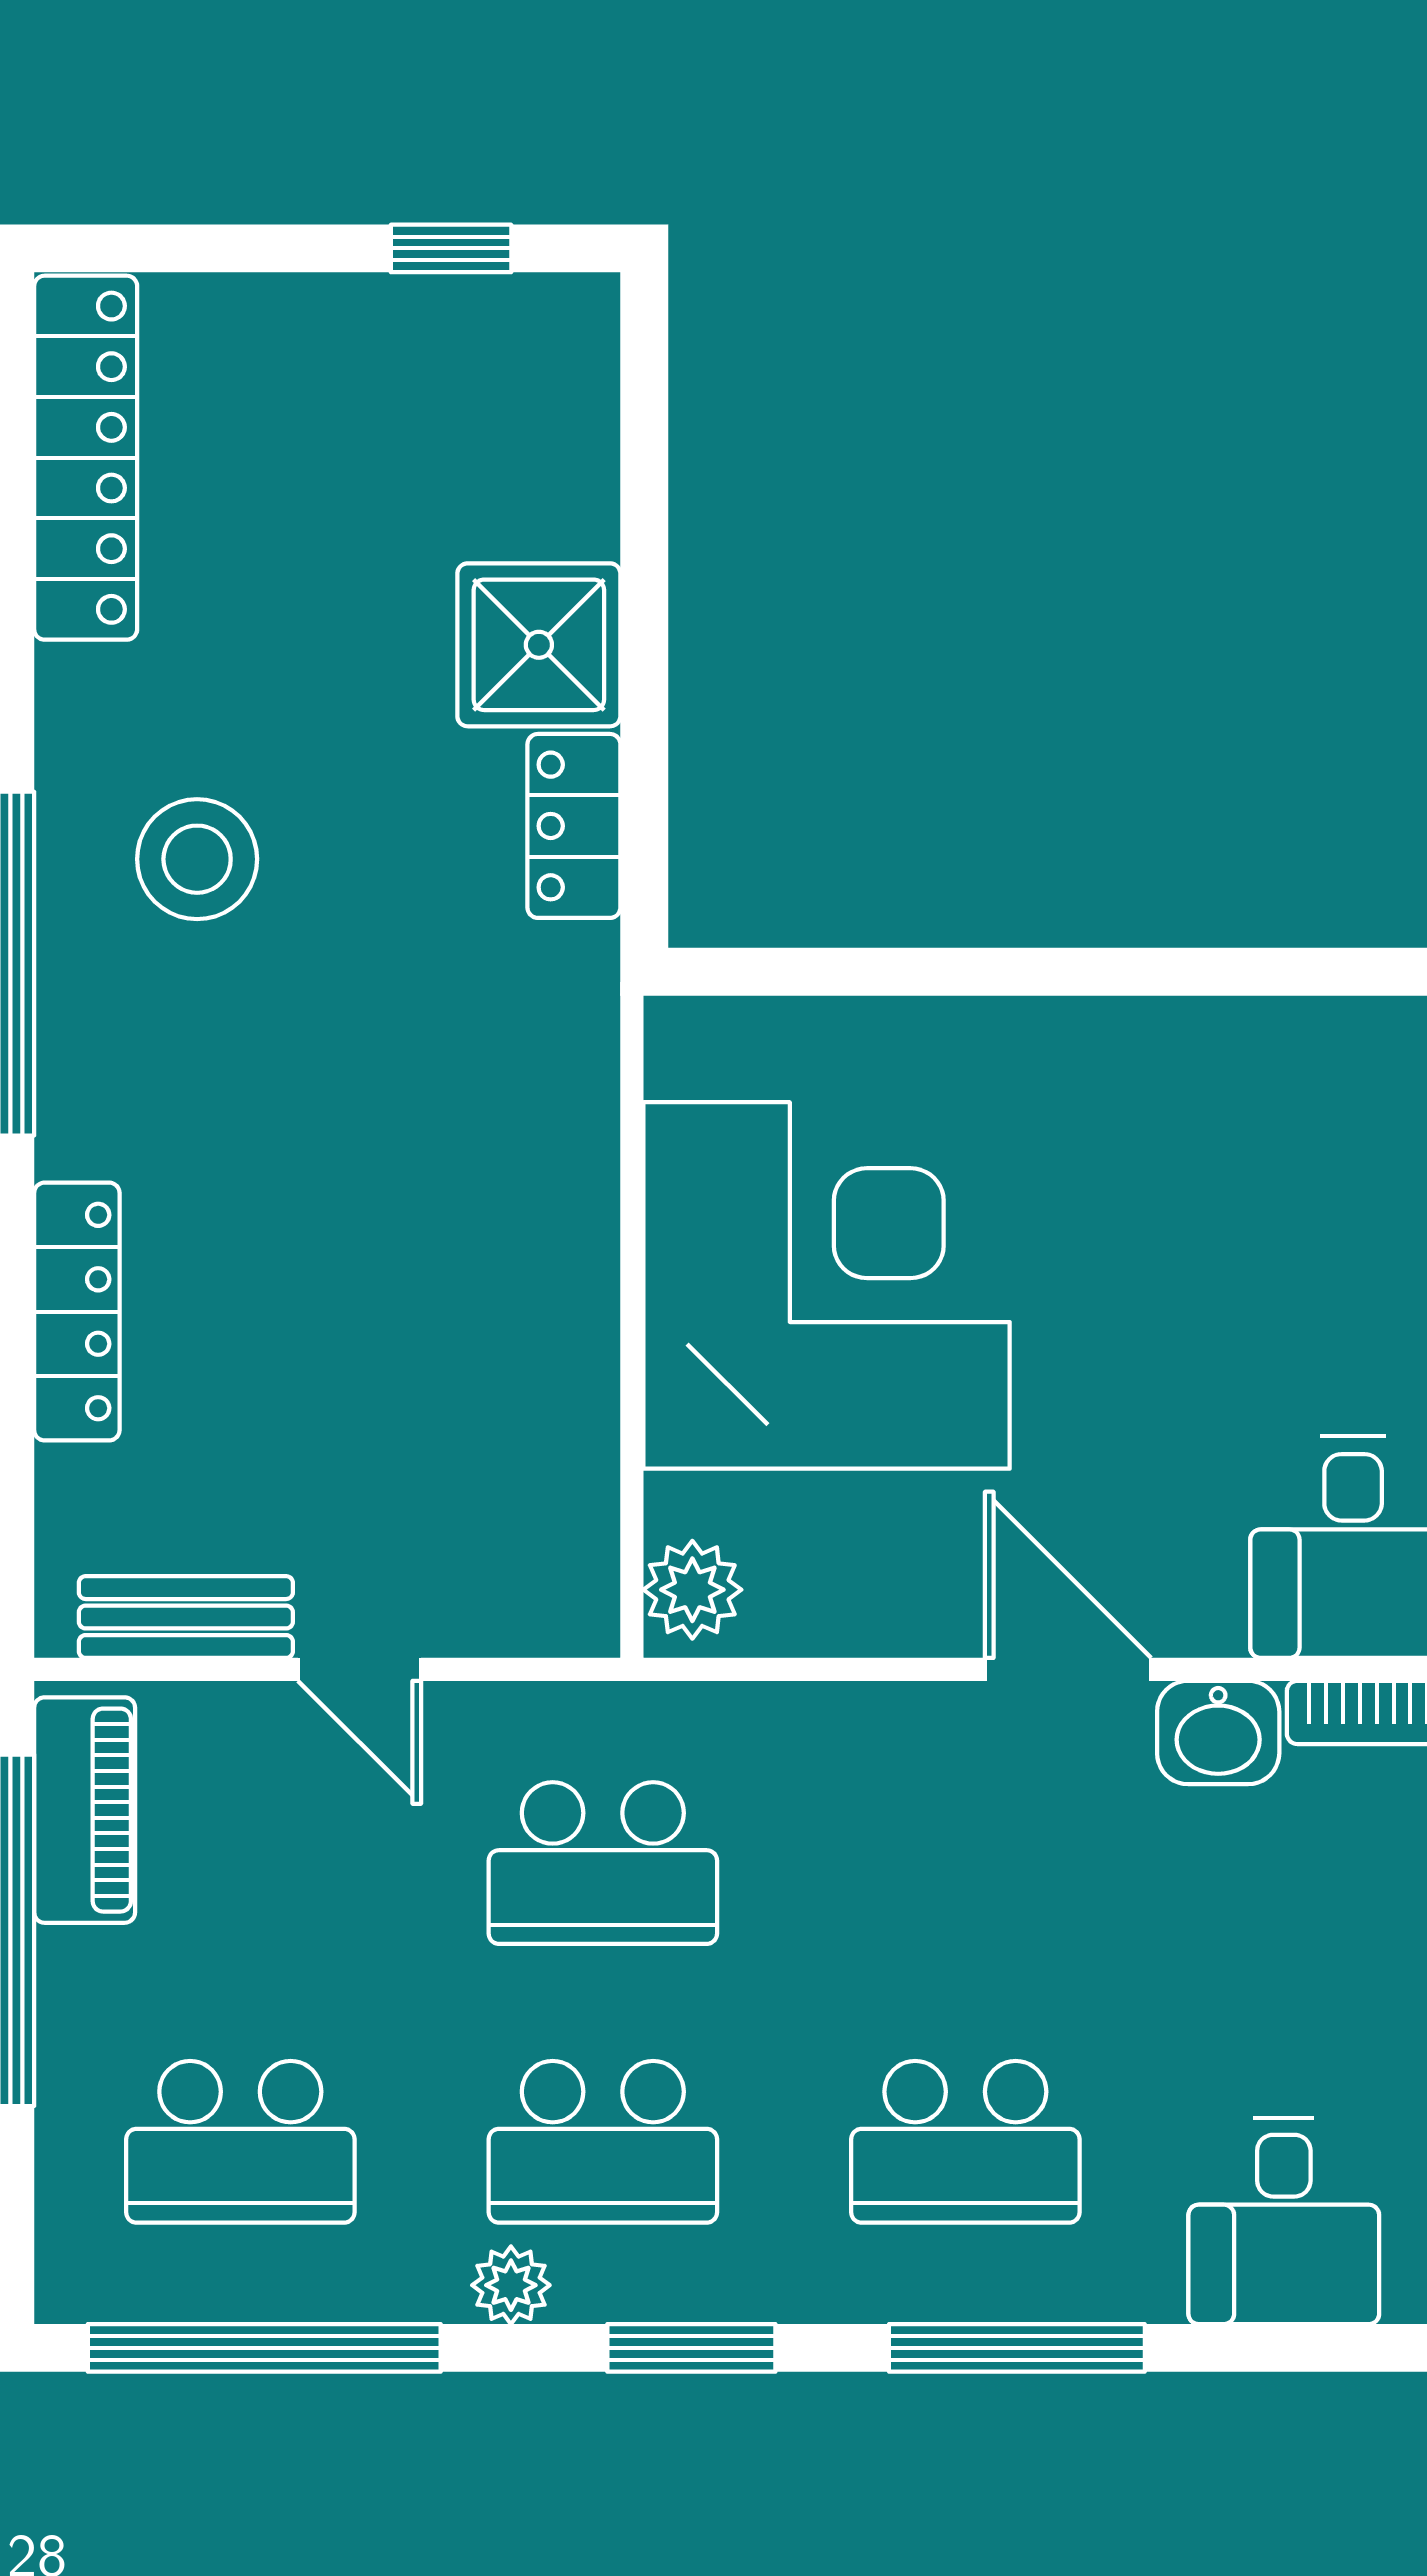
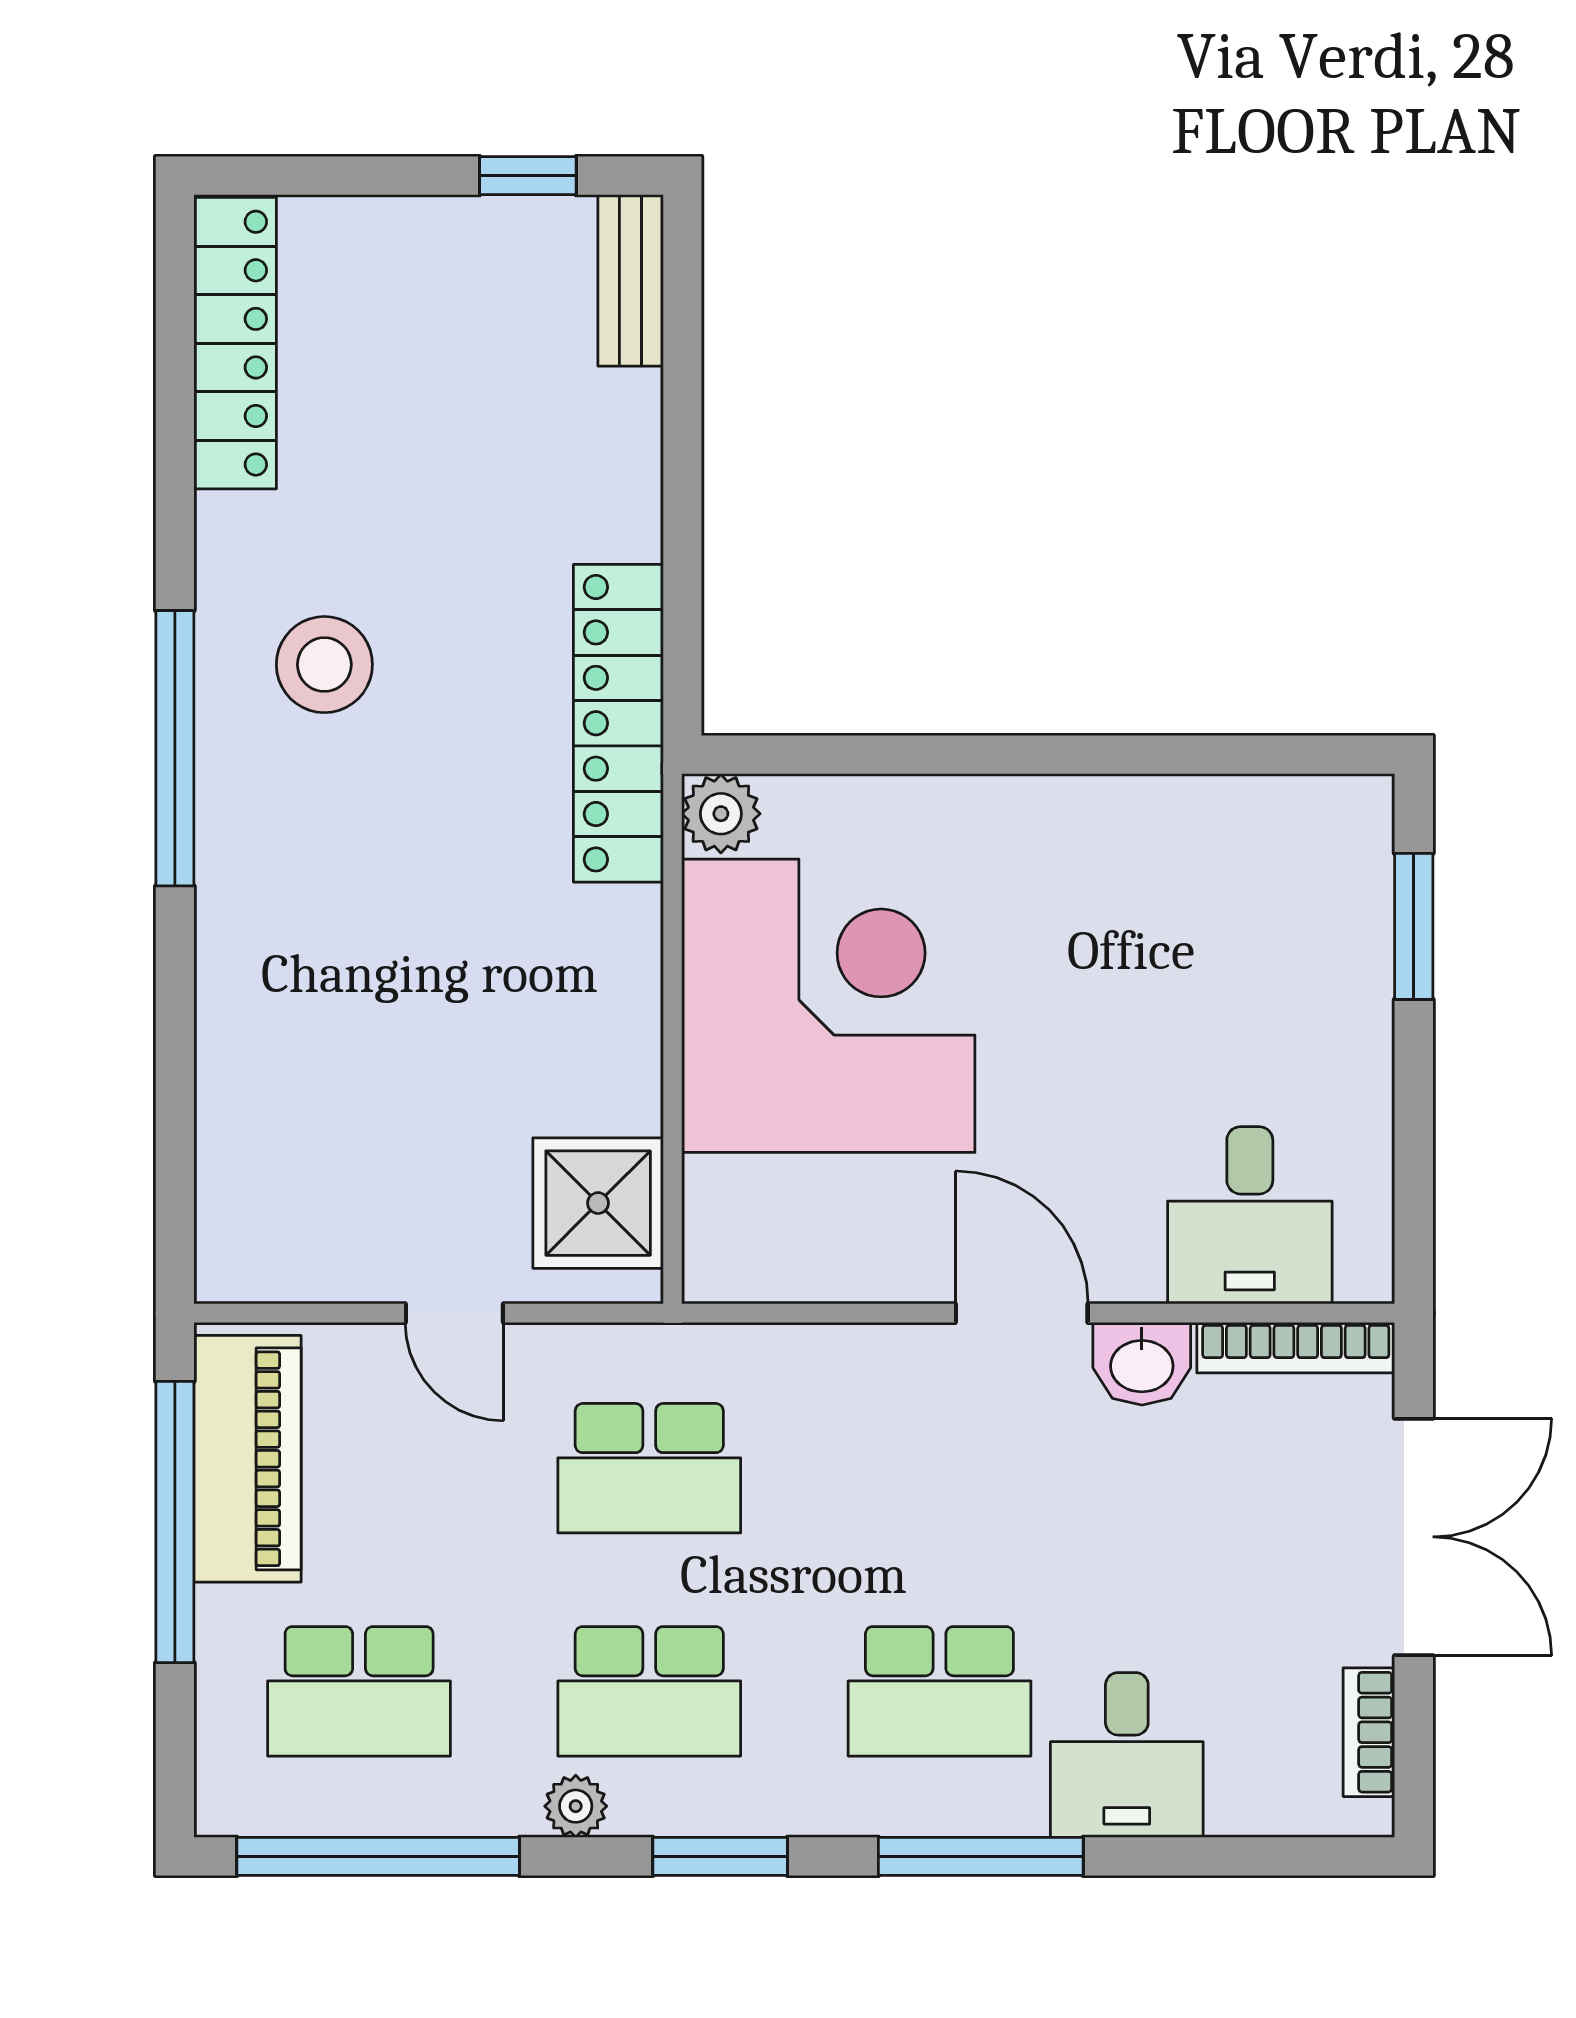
shower: (539, 645) -> (598, 1203), moved
locker: (574, 826) -> (618, 723), width x2.16, depth x1.21
locker: (77, 1312) -> (228, 1027), removed
plant: (692, 1590) -> (721, 814), moved
bench: (186, 1617) -> (631, 280), moved, turned 90
piano: (85, 1810) -> (248, 1459), width x1.37, depth x1.33
desk: (1284, 2221) -> (1127, 1755), moved

